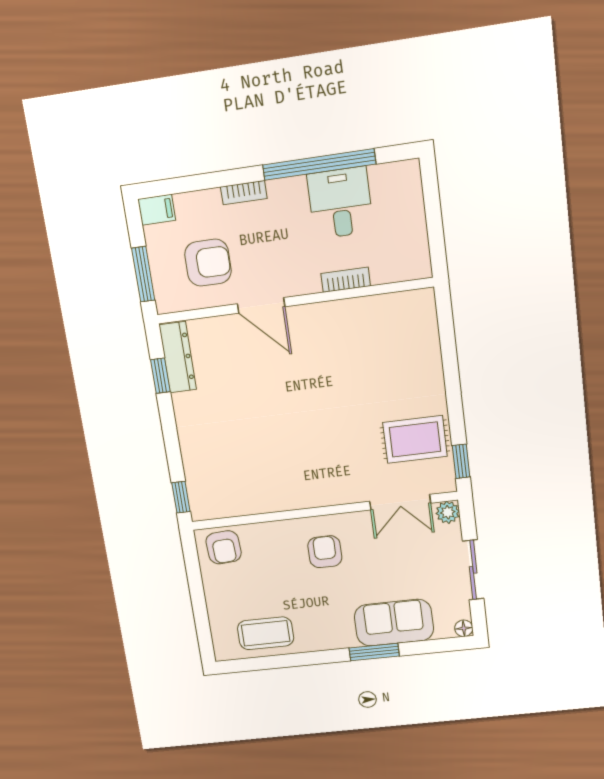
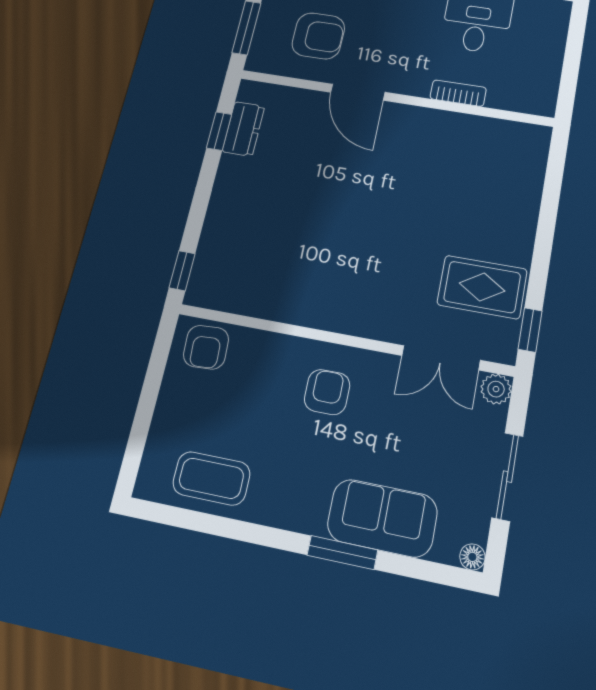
dresser: (178, 357) -> (243, 129), width x0.70

